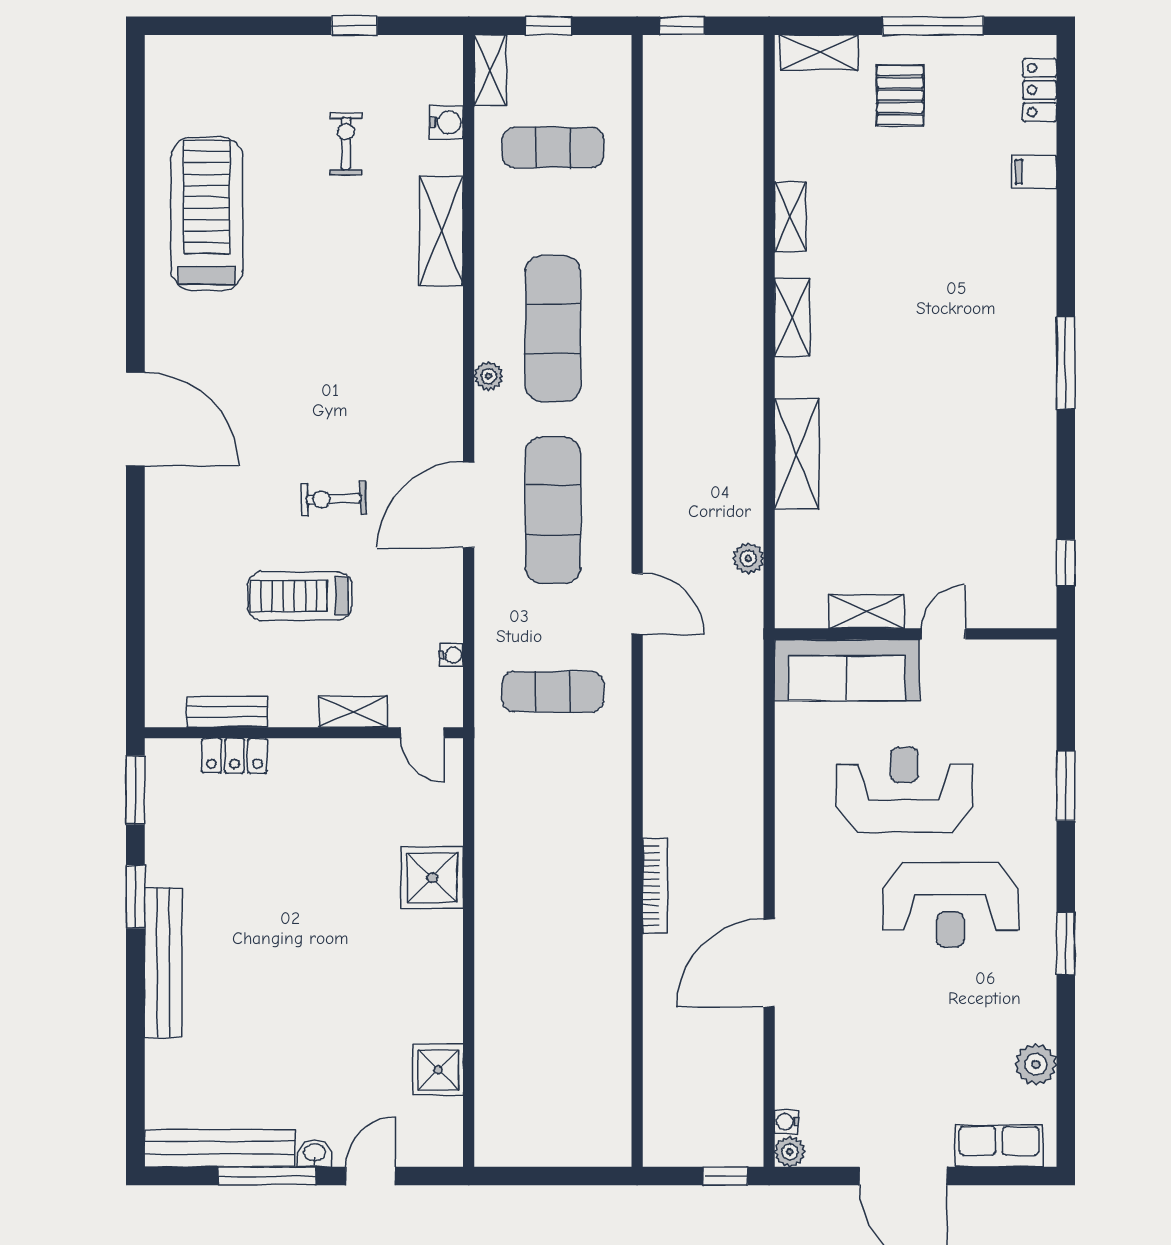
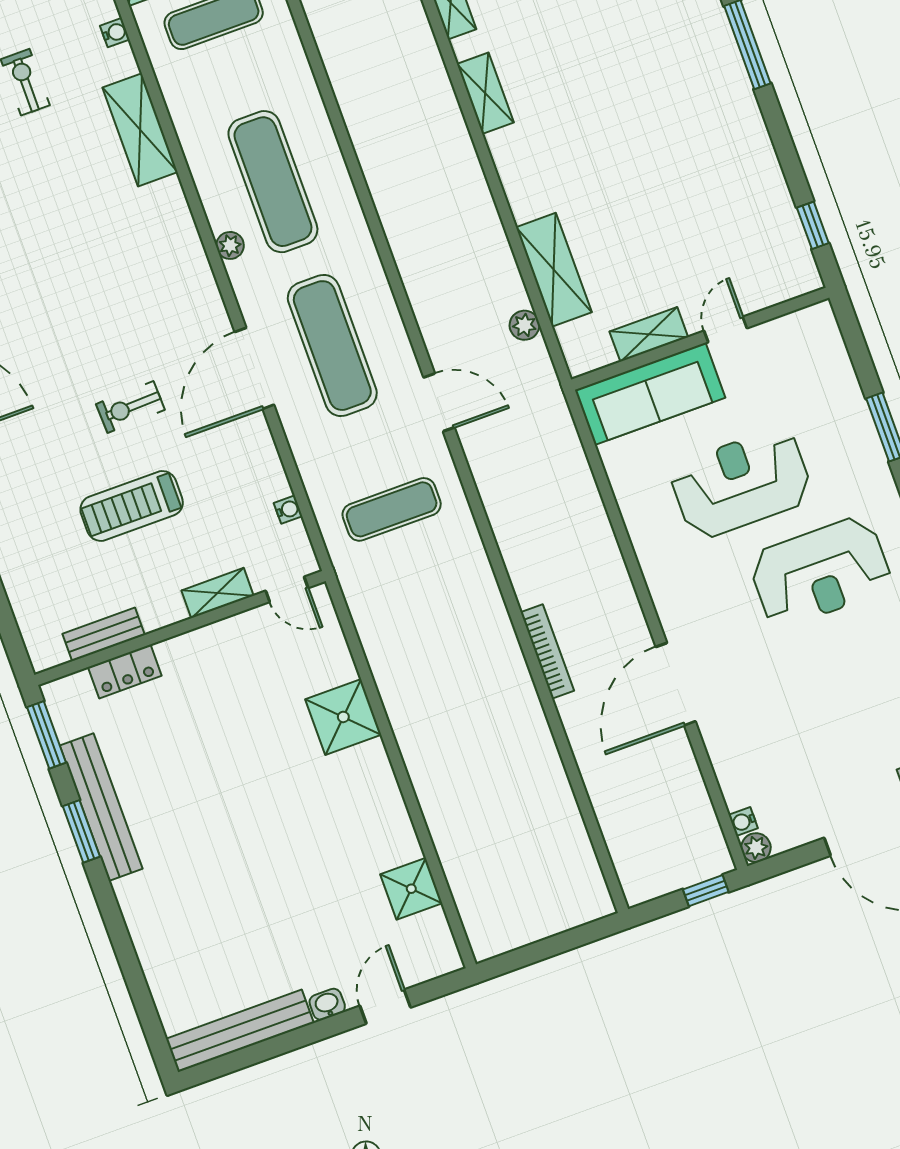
water cooler: (446, 122) -> (115, 33), width x0.72, depth x0.72
shelving: (797, 454) -> (554, 270), moved
bench: (163, 963) -> (101, 807), moved
window: (267, 1176) -> (291, 1041), removed

